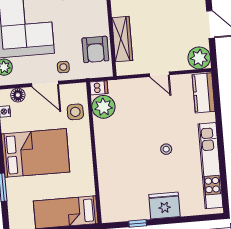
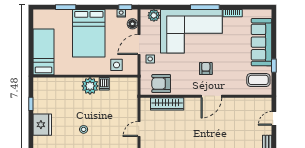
dishwasher: (99, 88) -> (104, 84), moved
plant: (103, 107) -> (90, 86), moved

